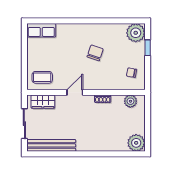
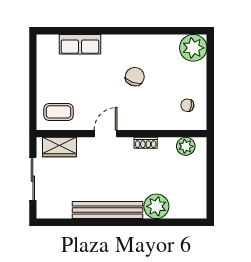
row of seats: (41, 30) -> (80, 44), moved
window: (148, 48) -> (210, 69), removed
plant: (136, 143) -> (156, 206), moved
bench: (51, 145) -> (107, 210), moved

